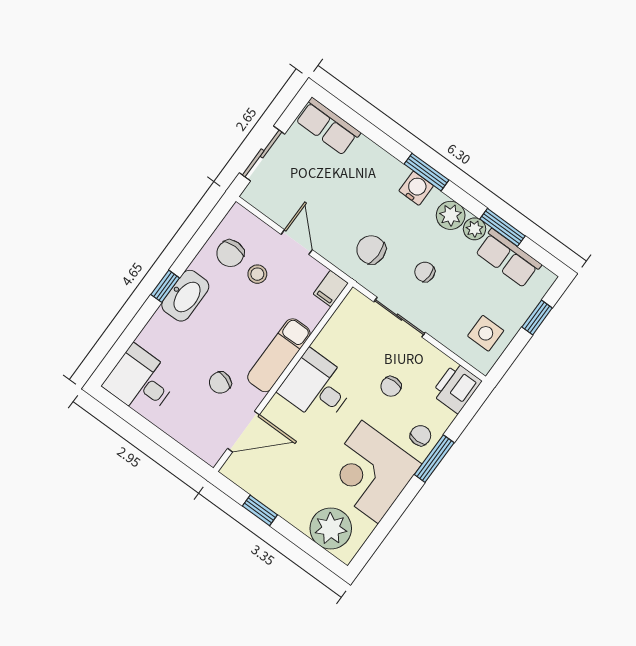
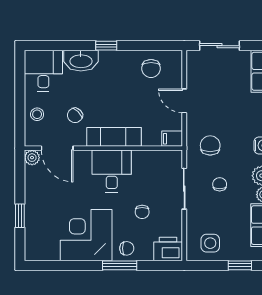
door: (297, 242) -> (184, 101), swing flipped
chair: (230, 253) -> (151, 68), turned -90
stool: (257, 274) -> (37, 114), moved
washbasin: (185, 296) -> (81, 61), moved
chair: (220, 383) -> (75, 115), turned -65
chair: (391, 386) -> (142, 212), turned -90
window: (260, 510) -> (20, 216), moved
plant: (331, 528) -> (32, 158), moved, width x0.53, depth x0.53

